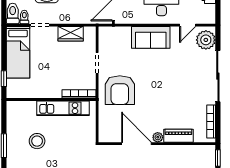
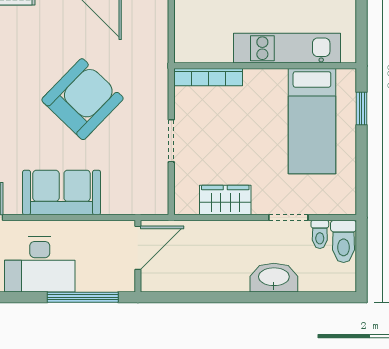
bed: (18, 52) -> (312, 121), moved, turned 180
armchair: (120, 90) -> (83, 99), moved, turned 44
kitchen unit: (63, 108) -> (287, 48), moved

